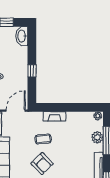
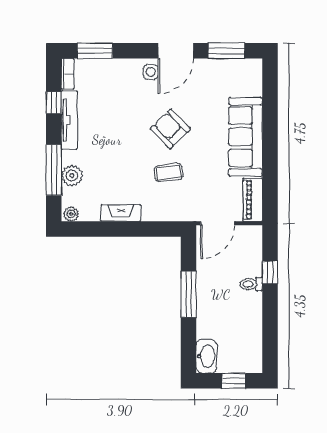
window: (32, 71) -> (188, 294), width x2.17
fireplace: (55, 116) -> (121, 213), moved

